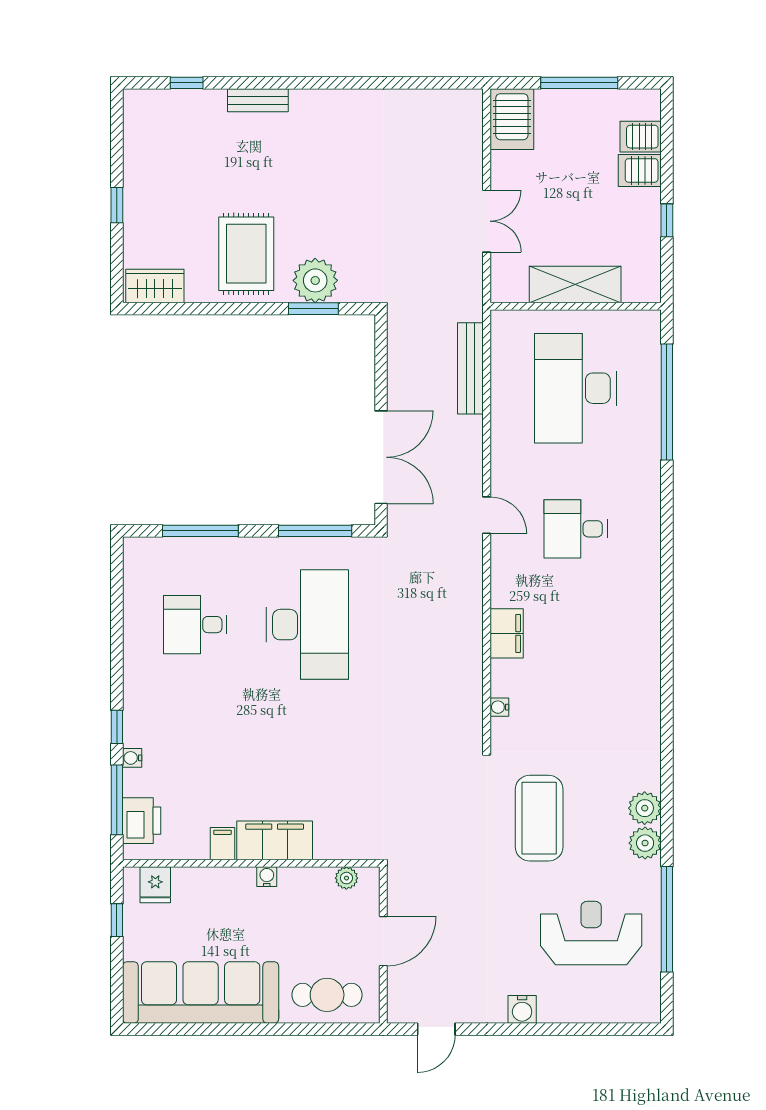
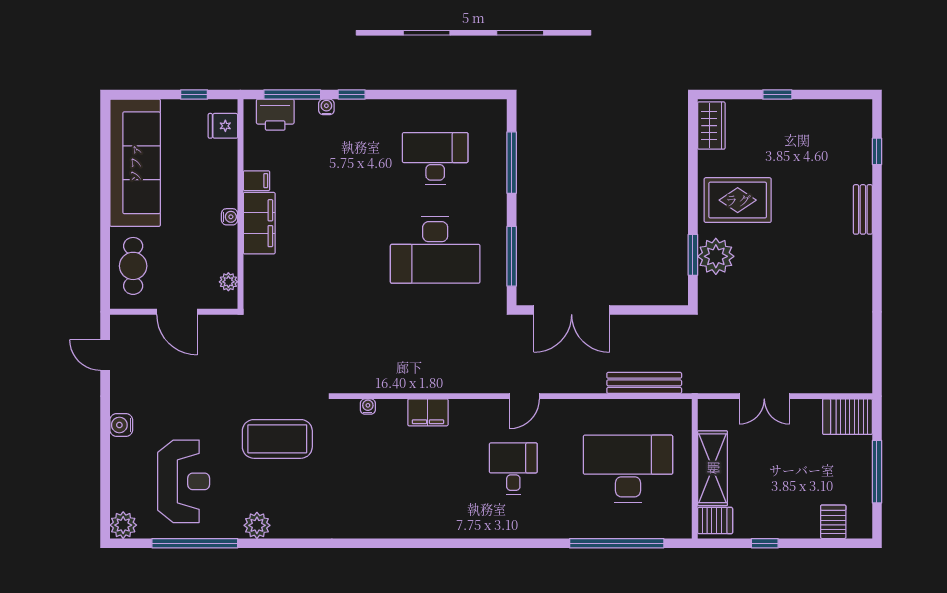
server rack: (640, 170) -> (715, 521), moved, turned 90
desk: (195, 625) -> (435, 158), width x1.37
plant: (645, 808) -> (123, 525), moved

